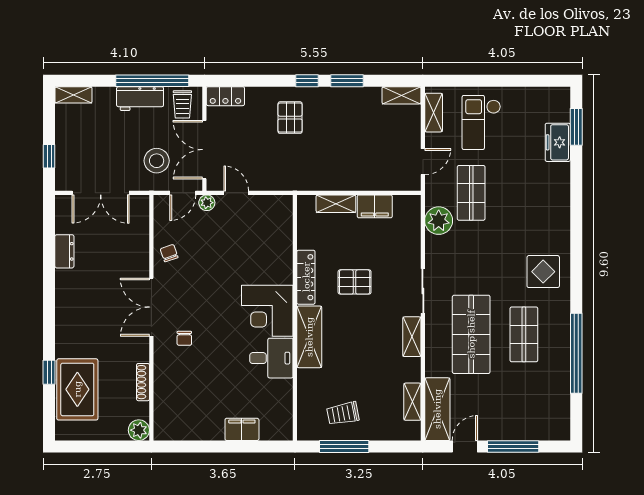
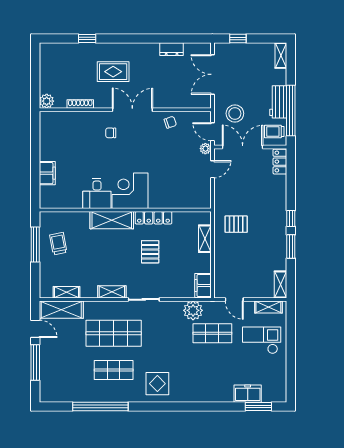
pallet: (290, 118) -> (236, 224), moved
filing cabinet: (375, 206) -> (203, 285), moved
rug: (77, 389) -> (113, 72), moved, width x0.73, depth x0.70

